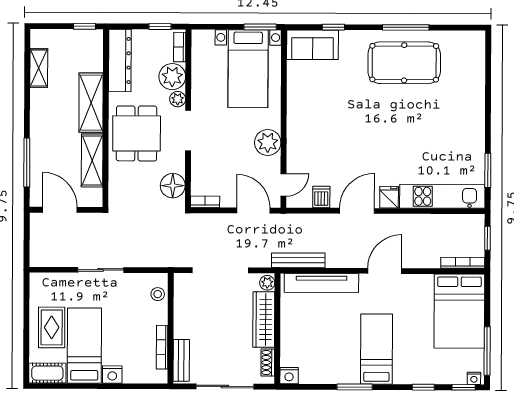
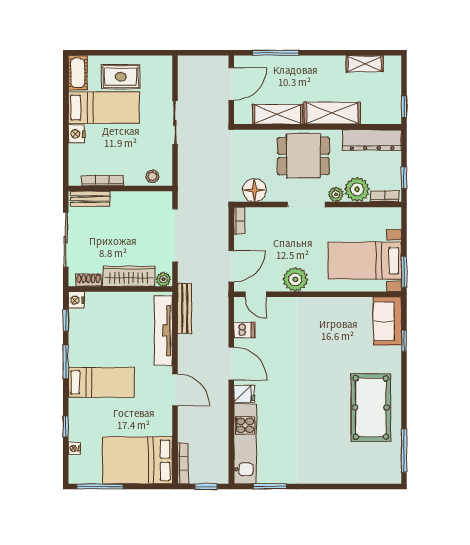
window: (406, 27) -> (404, 450), moved
nightstand: (474, 378) -> (74, 448), moved
window: (464, 387) -> (66, 320), moved

